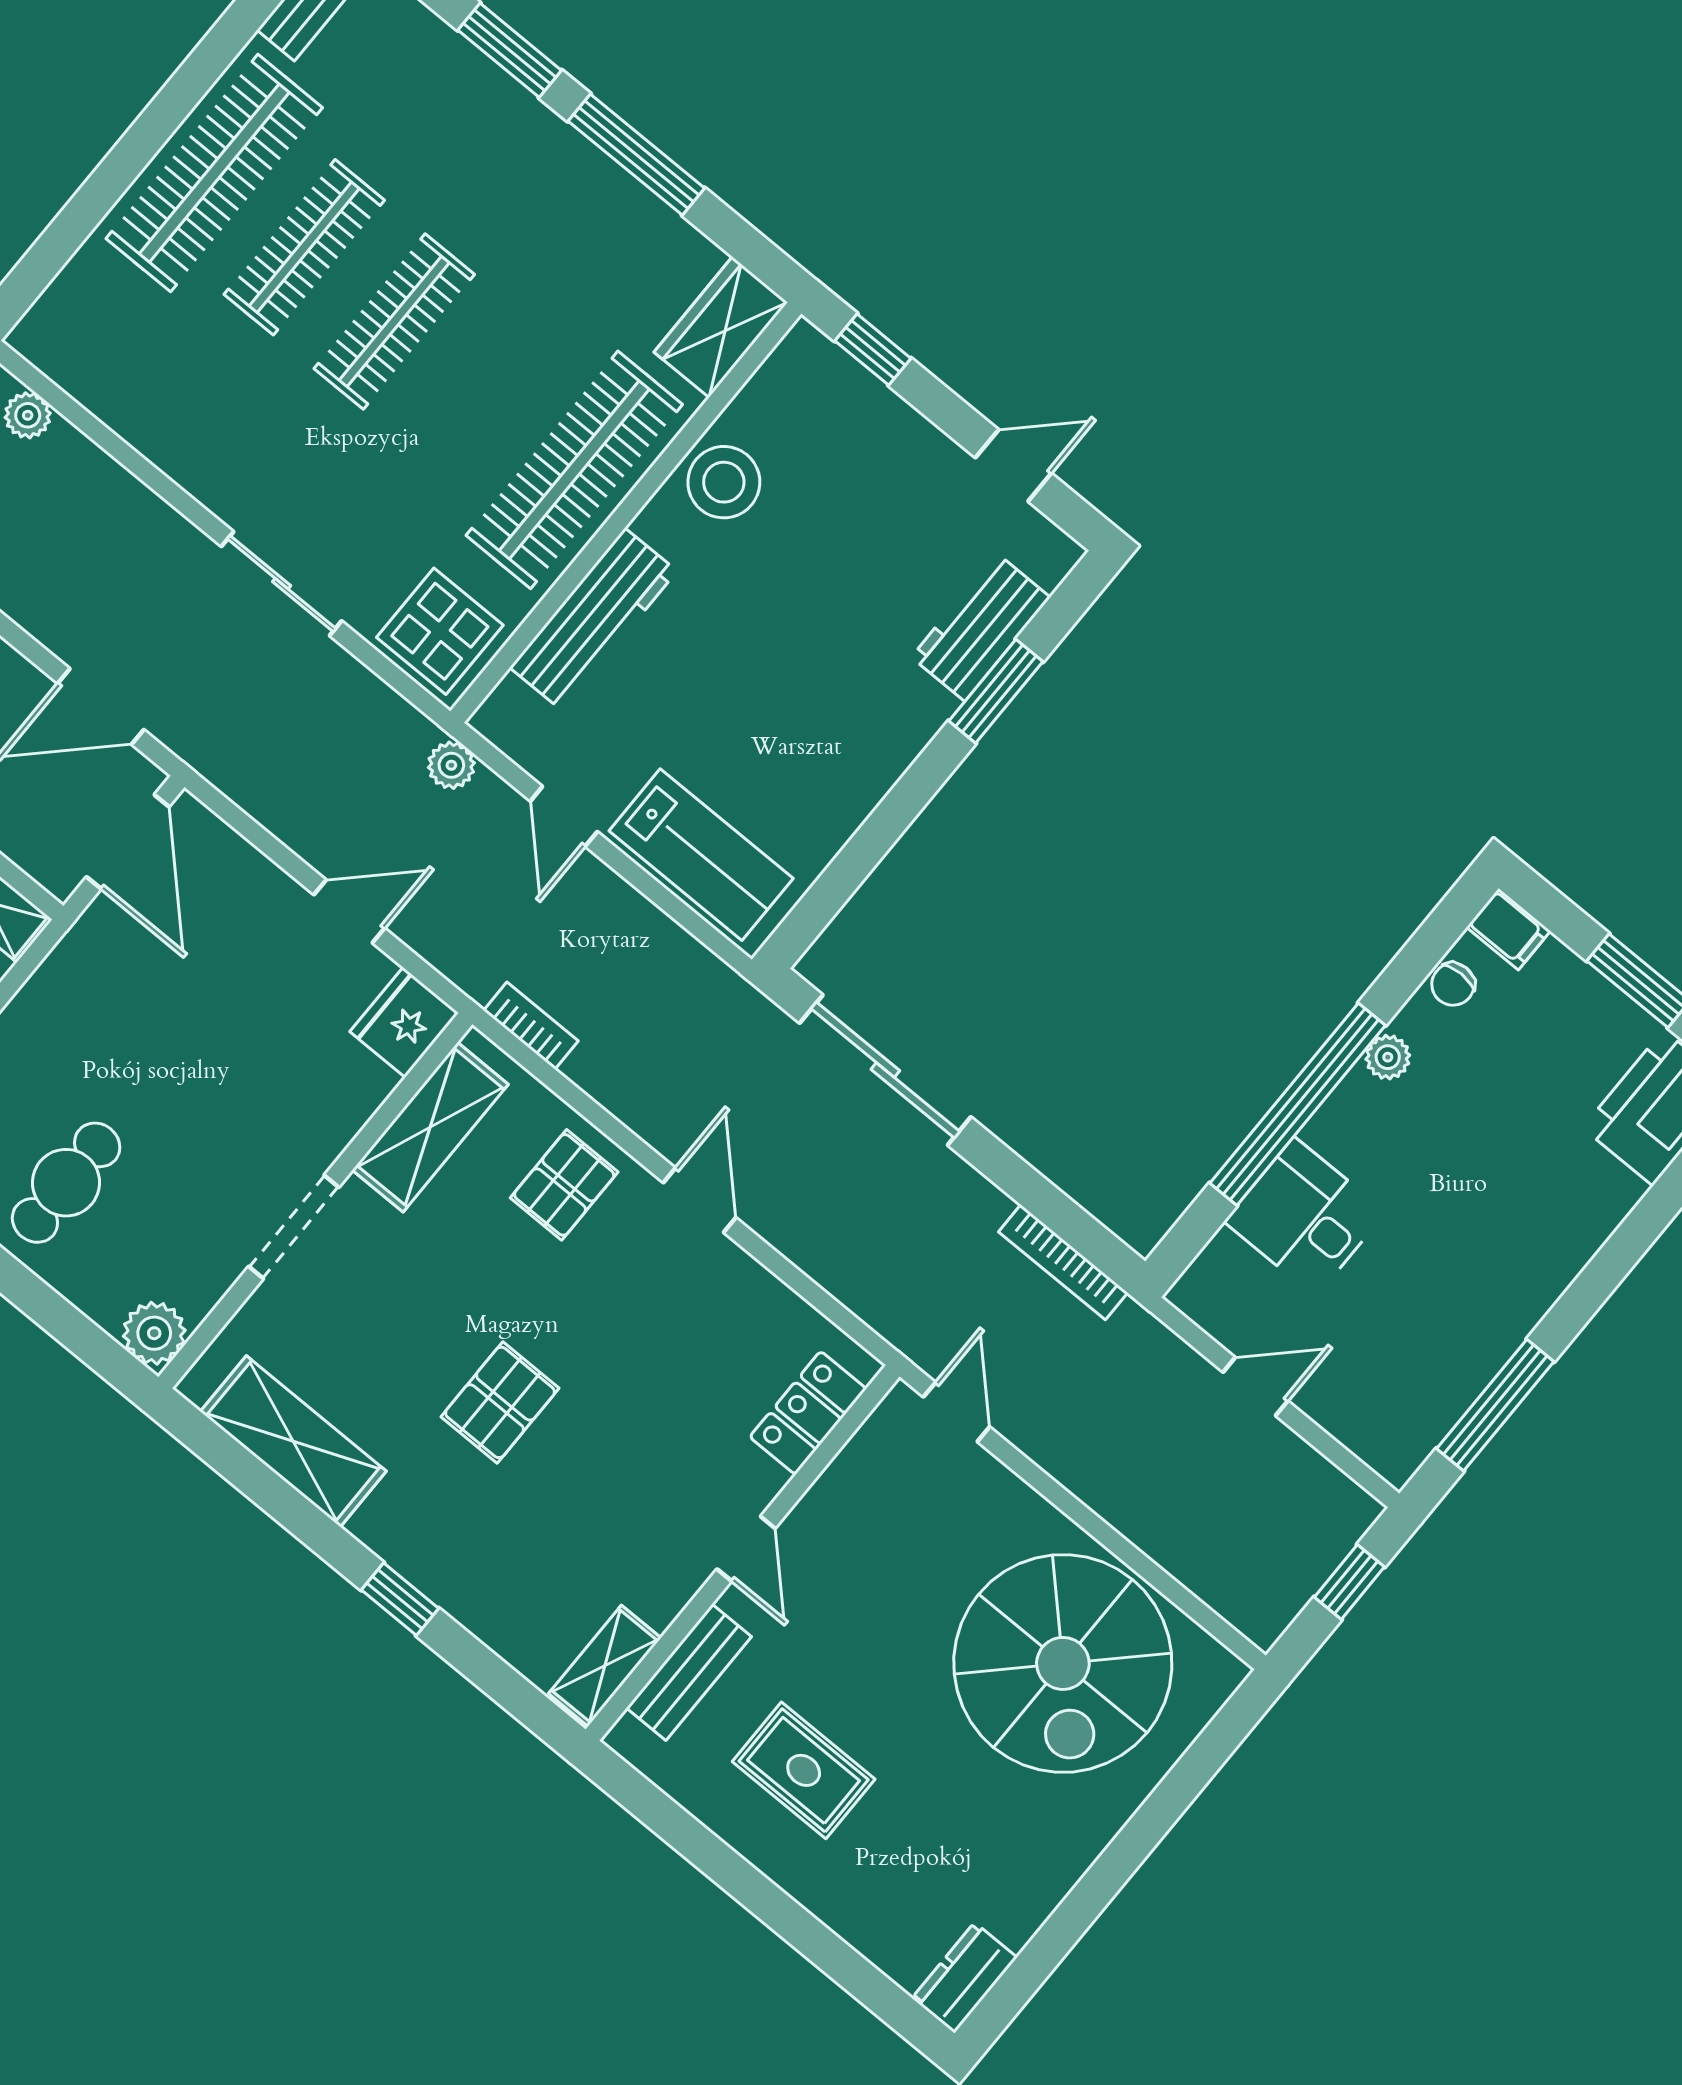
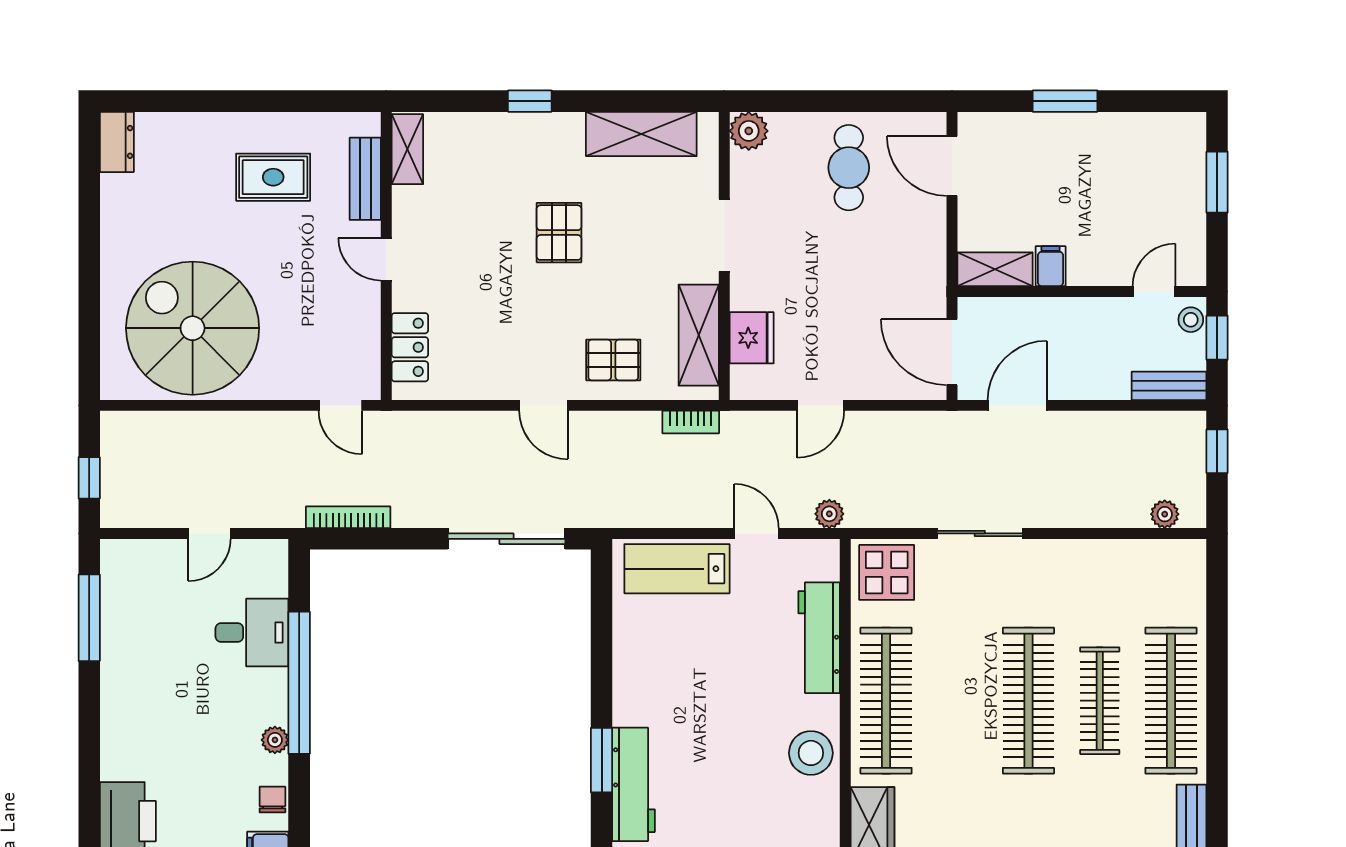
clothes rail: (394, 321) -> (1028, 701), width x1.37, depth x1.31
workbench: (981, 627) -> (634, 784), width x1.38
fridge: (404, 1022) -> (752, 338), moved
pallet: (564, 1185) -> (613, 360), turned 90

